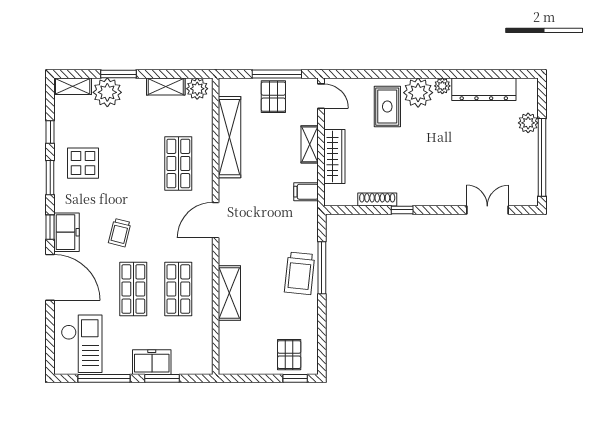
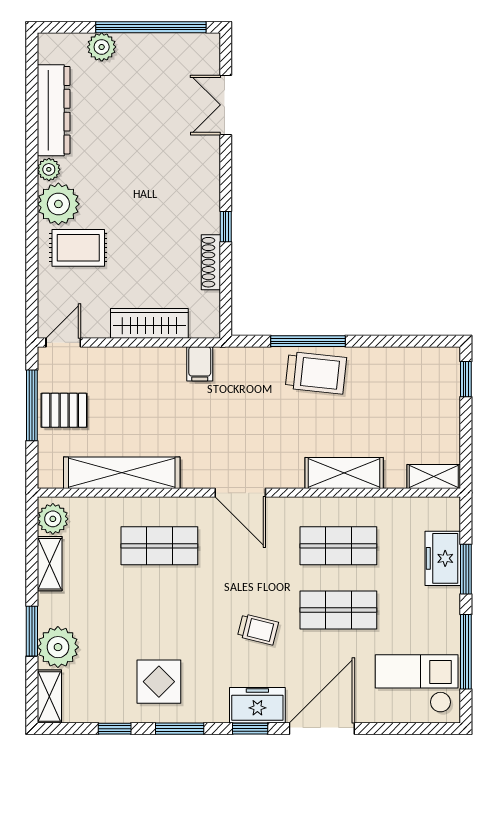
shelving: (310, 144) -> (434, 476), moved
pallet: (289, 355) -> (432, 388), removed
freezer: (152, 362) -> (443, 558), moved

